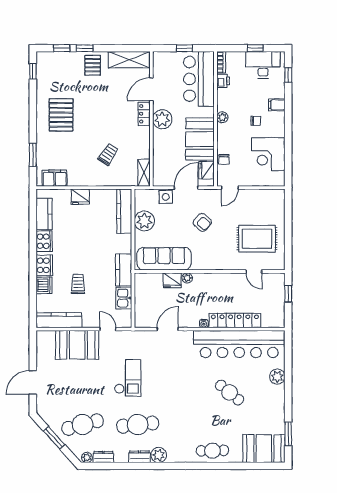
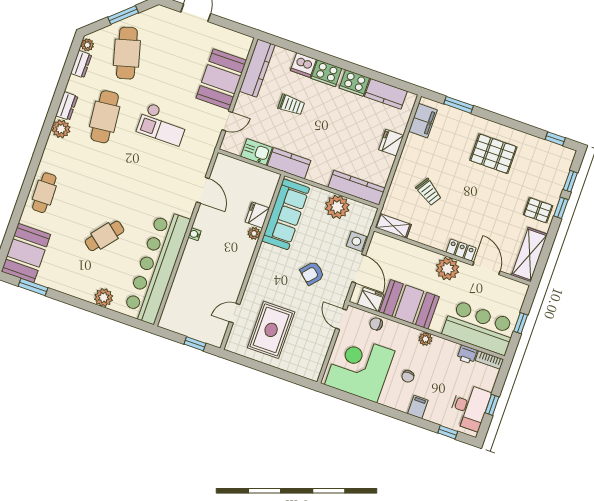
corner desk: (268, 154) -> (360, 368), width x1.36, depth x1.36
locker: (235, 320) -> (186, 271), removed

